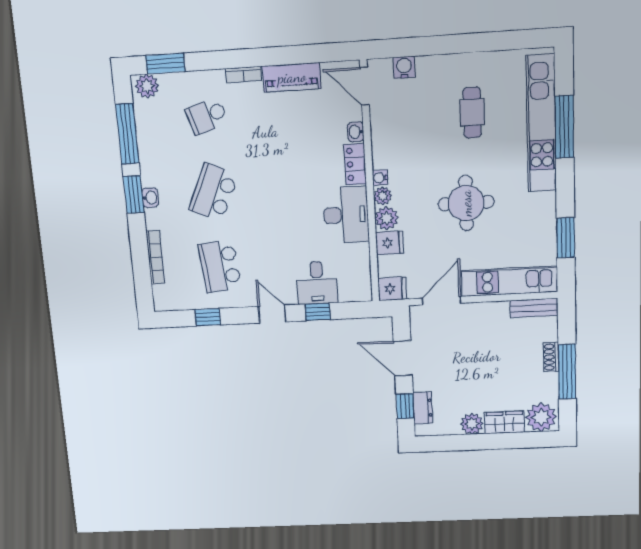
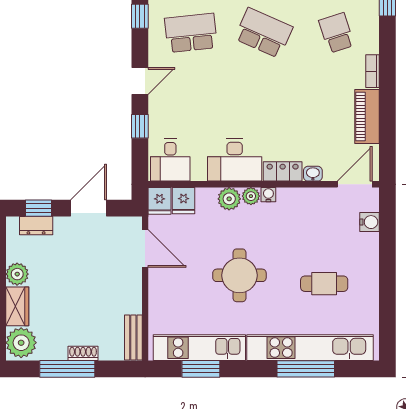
fridge: (390, 243) -> (184, 201), moved
kitchen unit: (509, 281) -> (199, 348), moved, turned -90
desk: (317, 283) -> (170, 160), moved, turned -90

